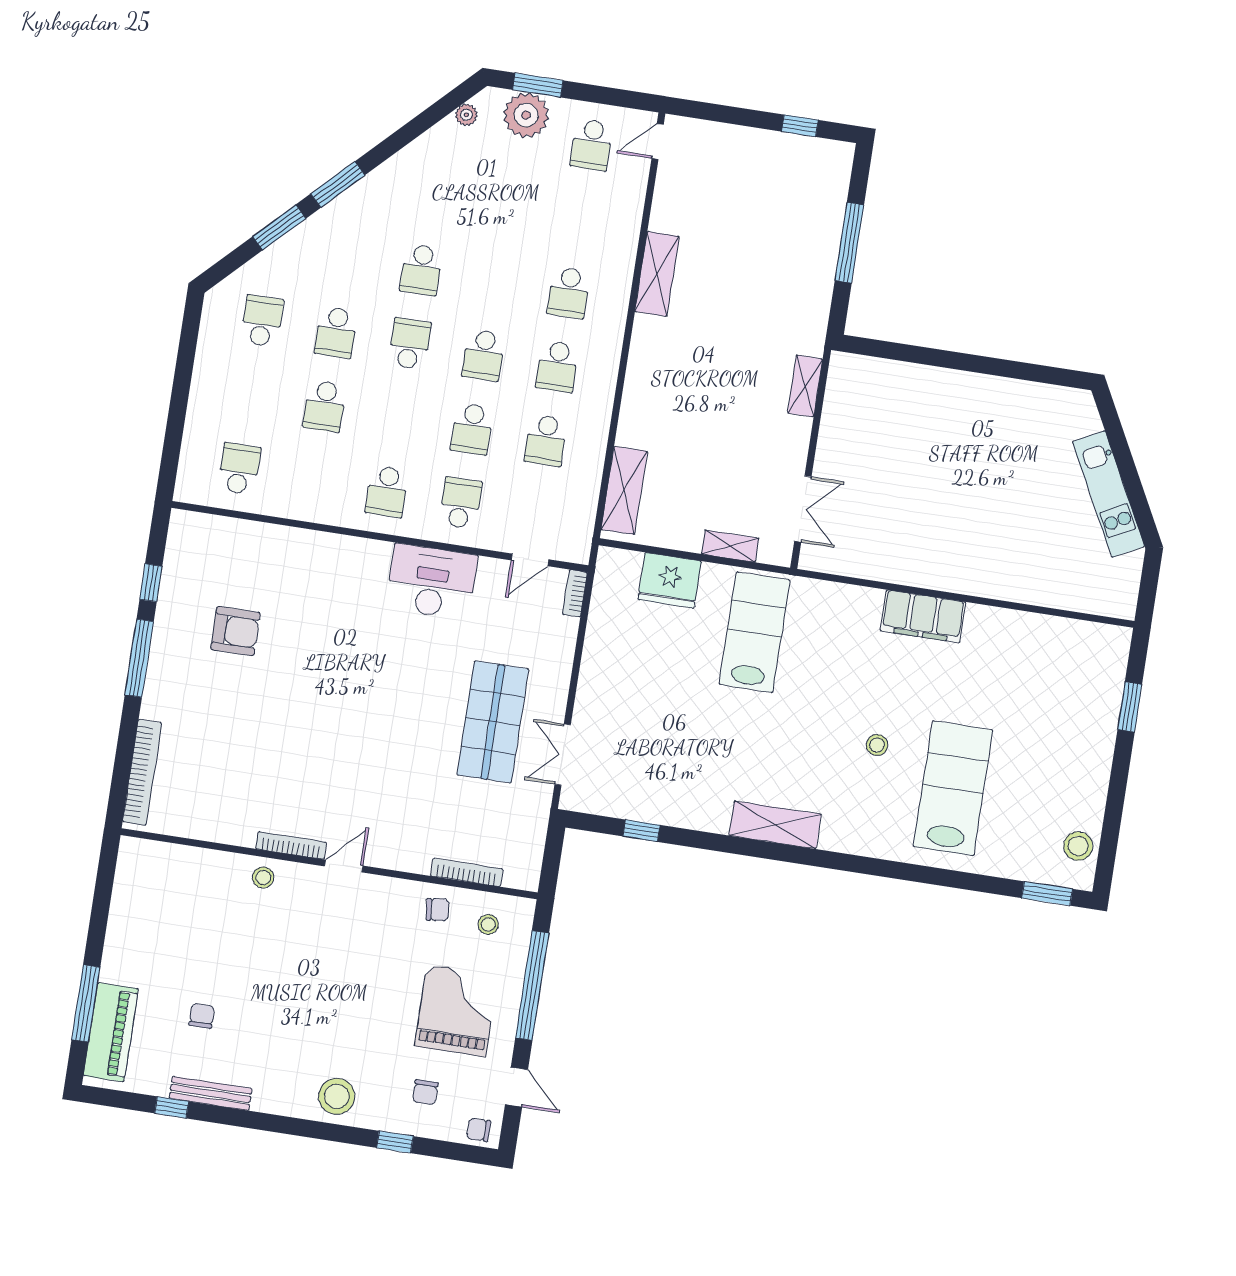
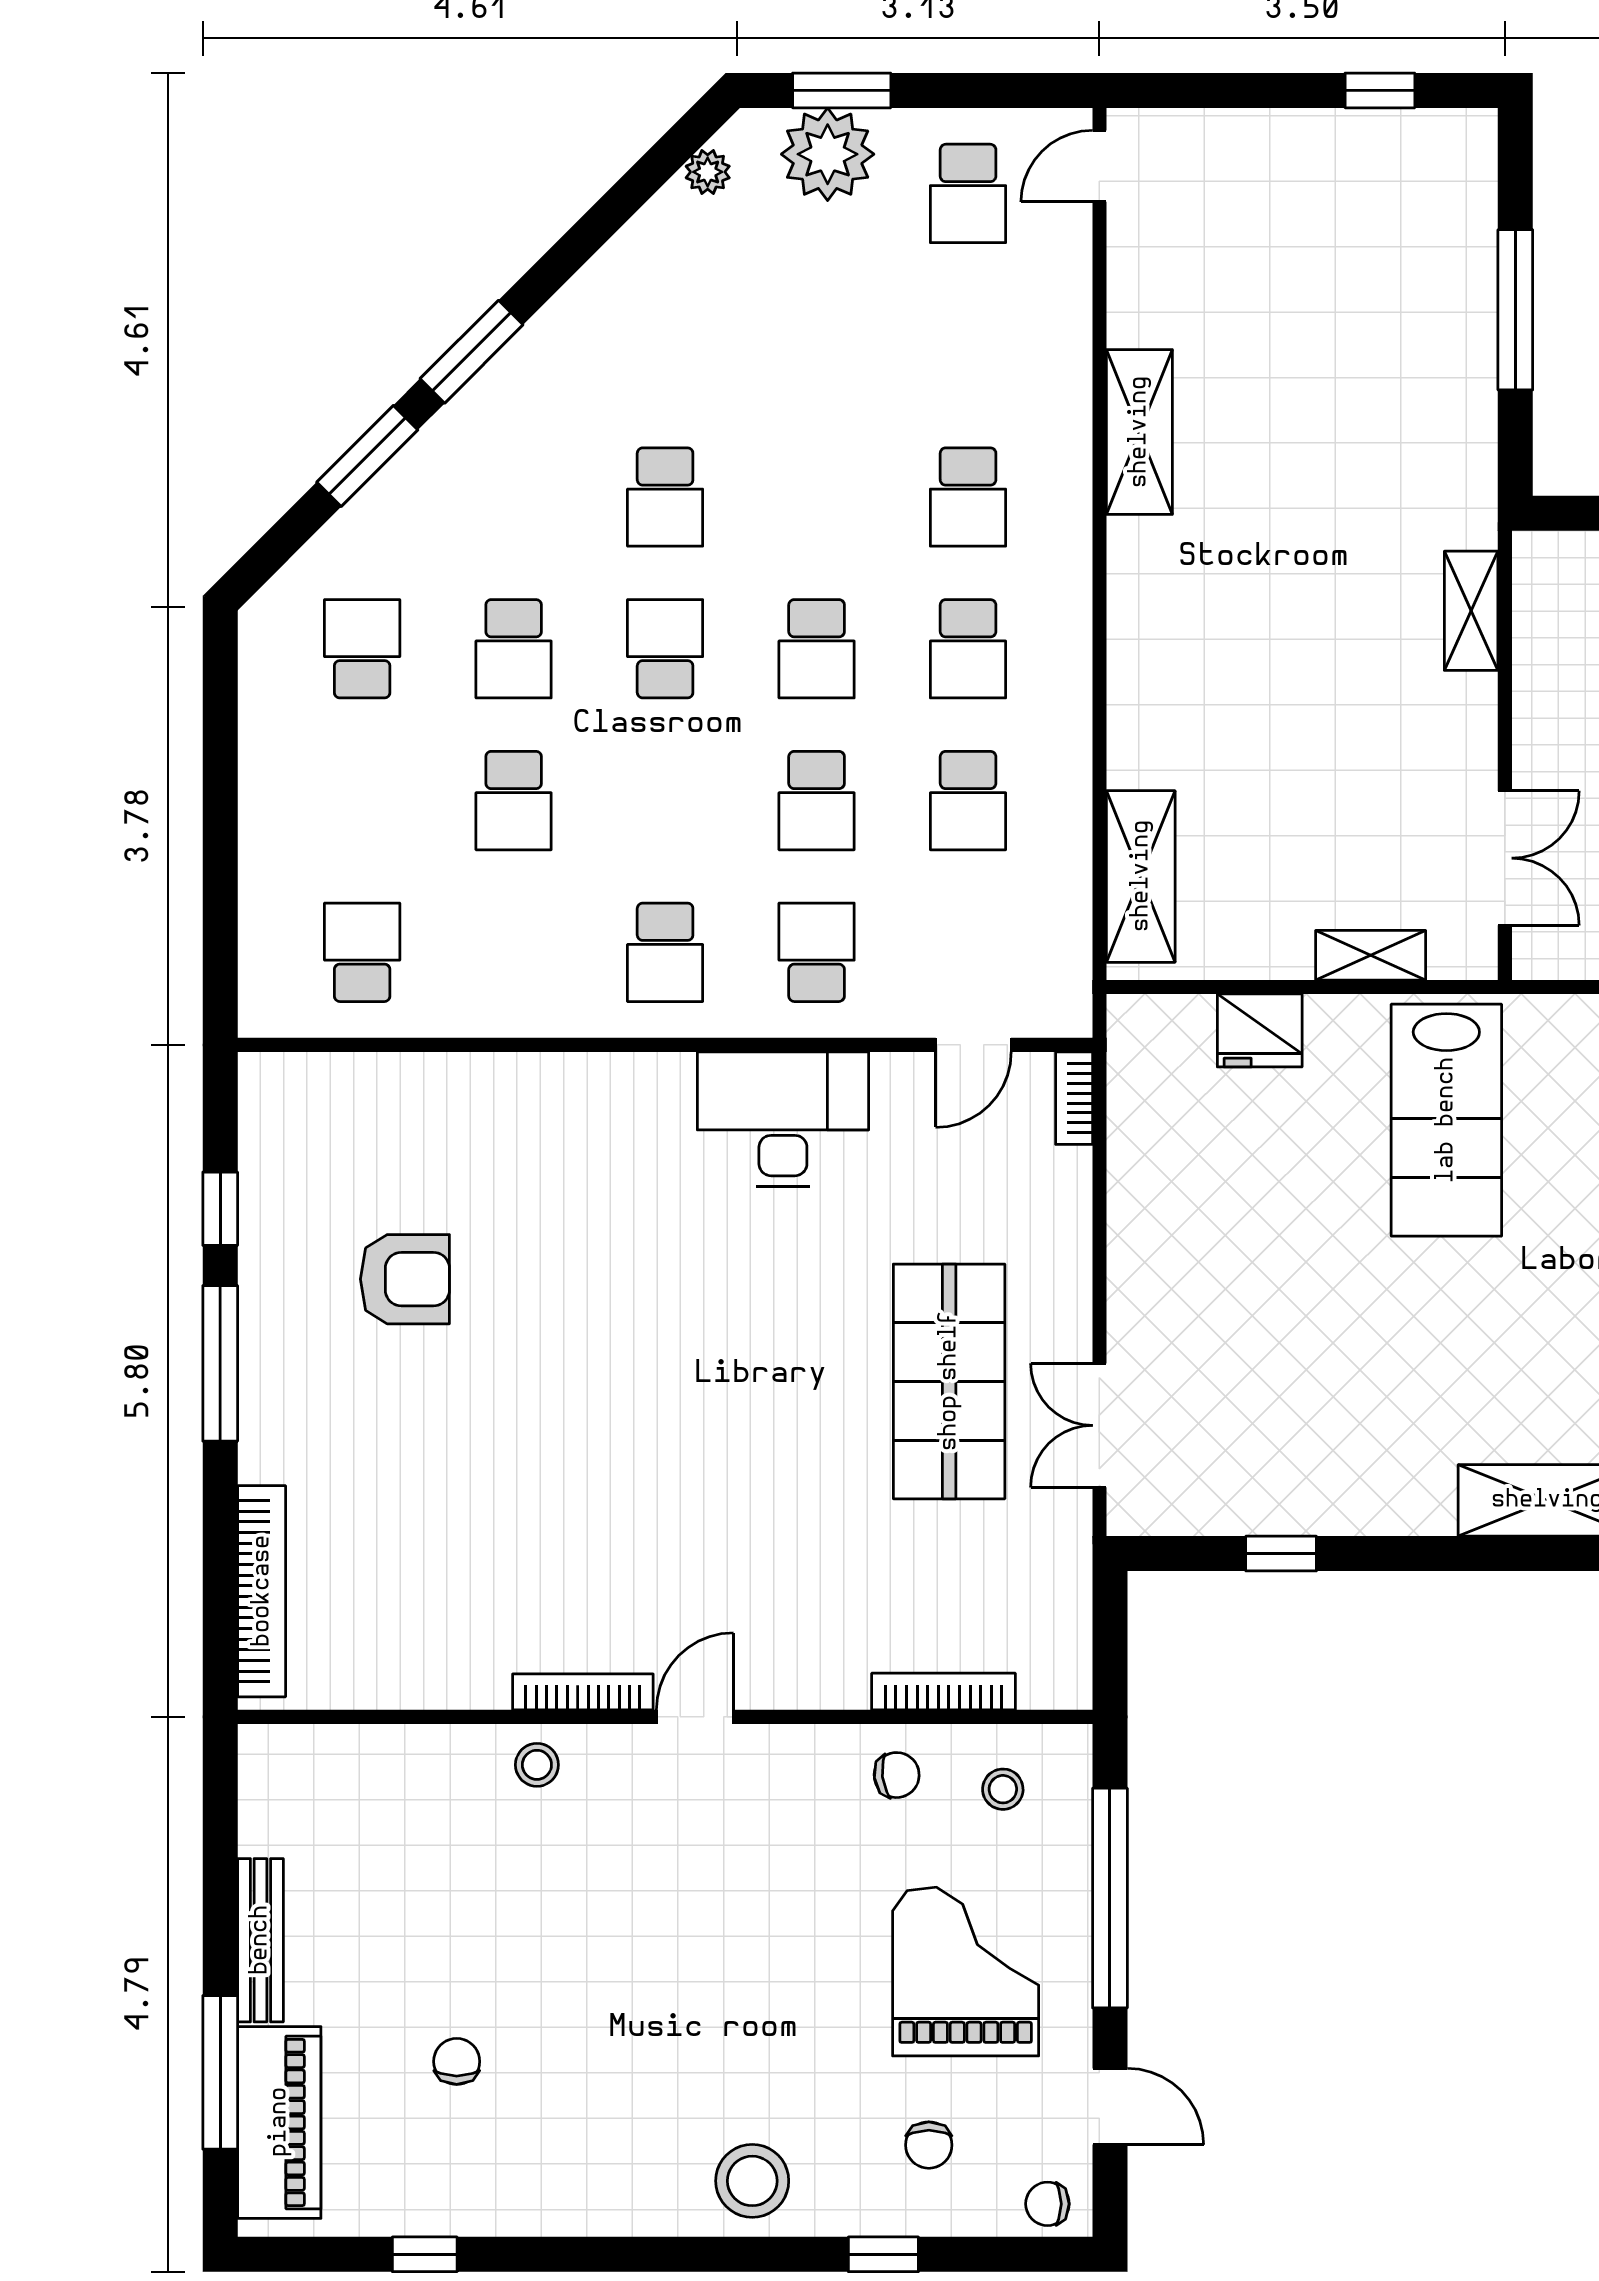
fridge: (670, 580) -> (1260, 1030), width x0.73, depth x0.75
lab bench: (755, 632) -> (1446, 1120), turned 180
bench: (211, 1093) -> (260, 1940), moved, turned 90

